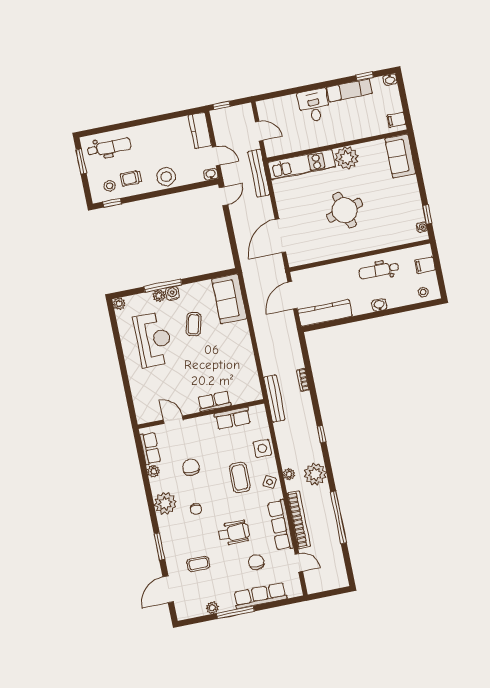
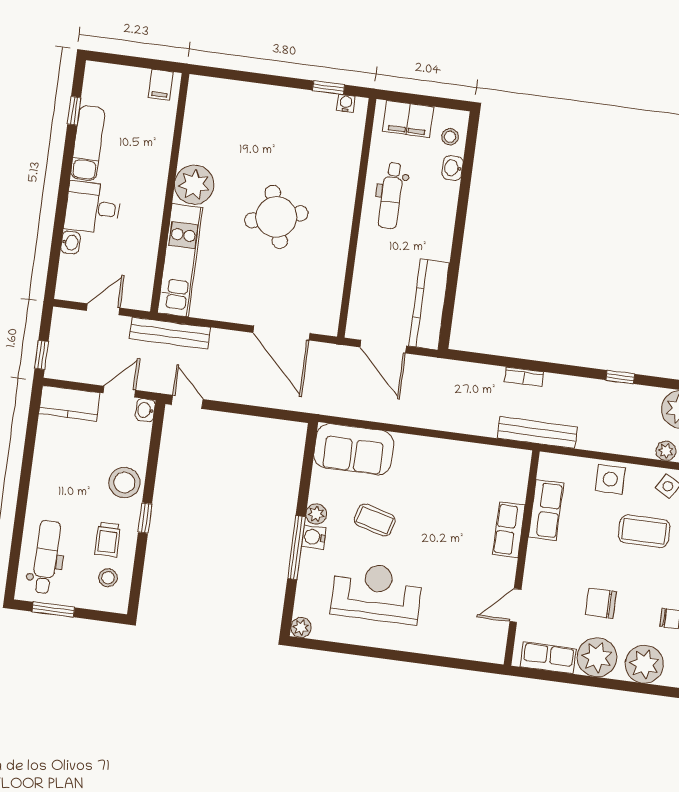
washbasin: (390, 80) -> (71, 243), moved
sofa: (400, 156) -> (221, 98), removed
window: (112, 203) -> (145, 518), moved
filing cabinet: (425, 265) -> (408, 119), width x2.00
plant: (159, 296) -> (316, 514), moved
washbasin: (379, 305) -> (453, 168), moved
plant: (153, 471) -> (597, 657), width x1.88, depth x1.88

